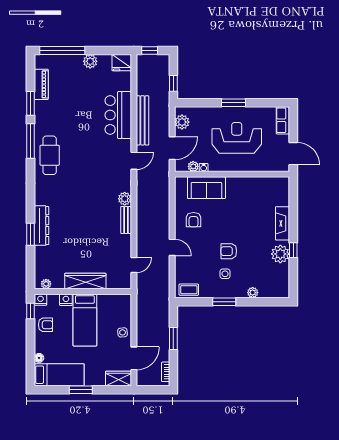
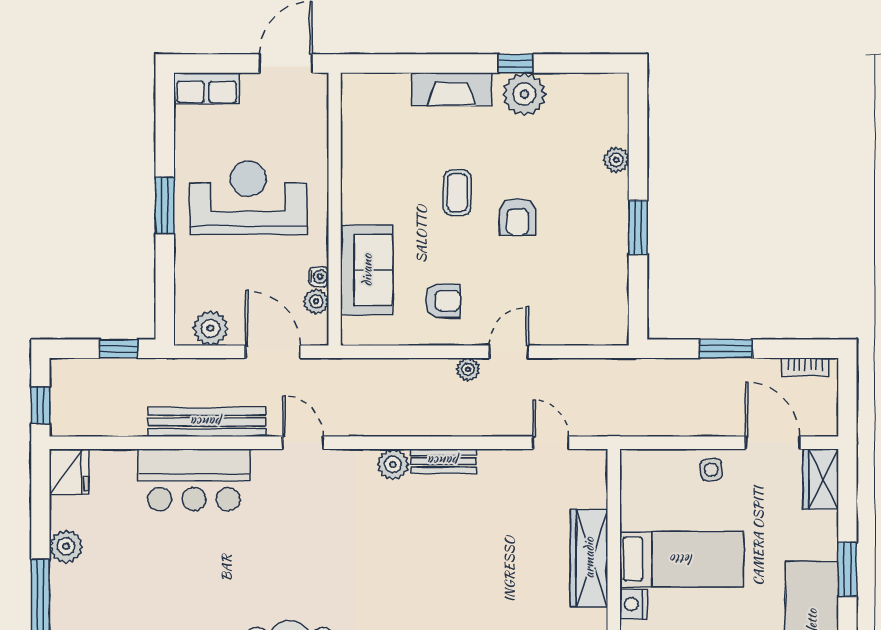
reception desk: (237, 138) -> (248, 198), turned 90
plant: (165, 230) -> (468, 369), added
side table: (225, 274) -> (572, 226), removed
coffee table: (189, 290) -> (457, 193), moved

